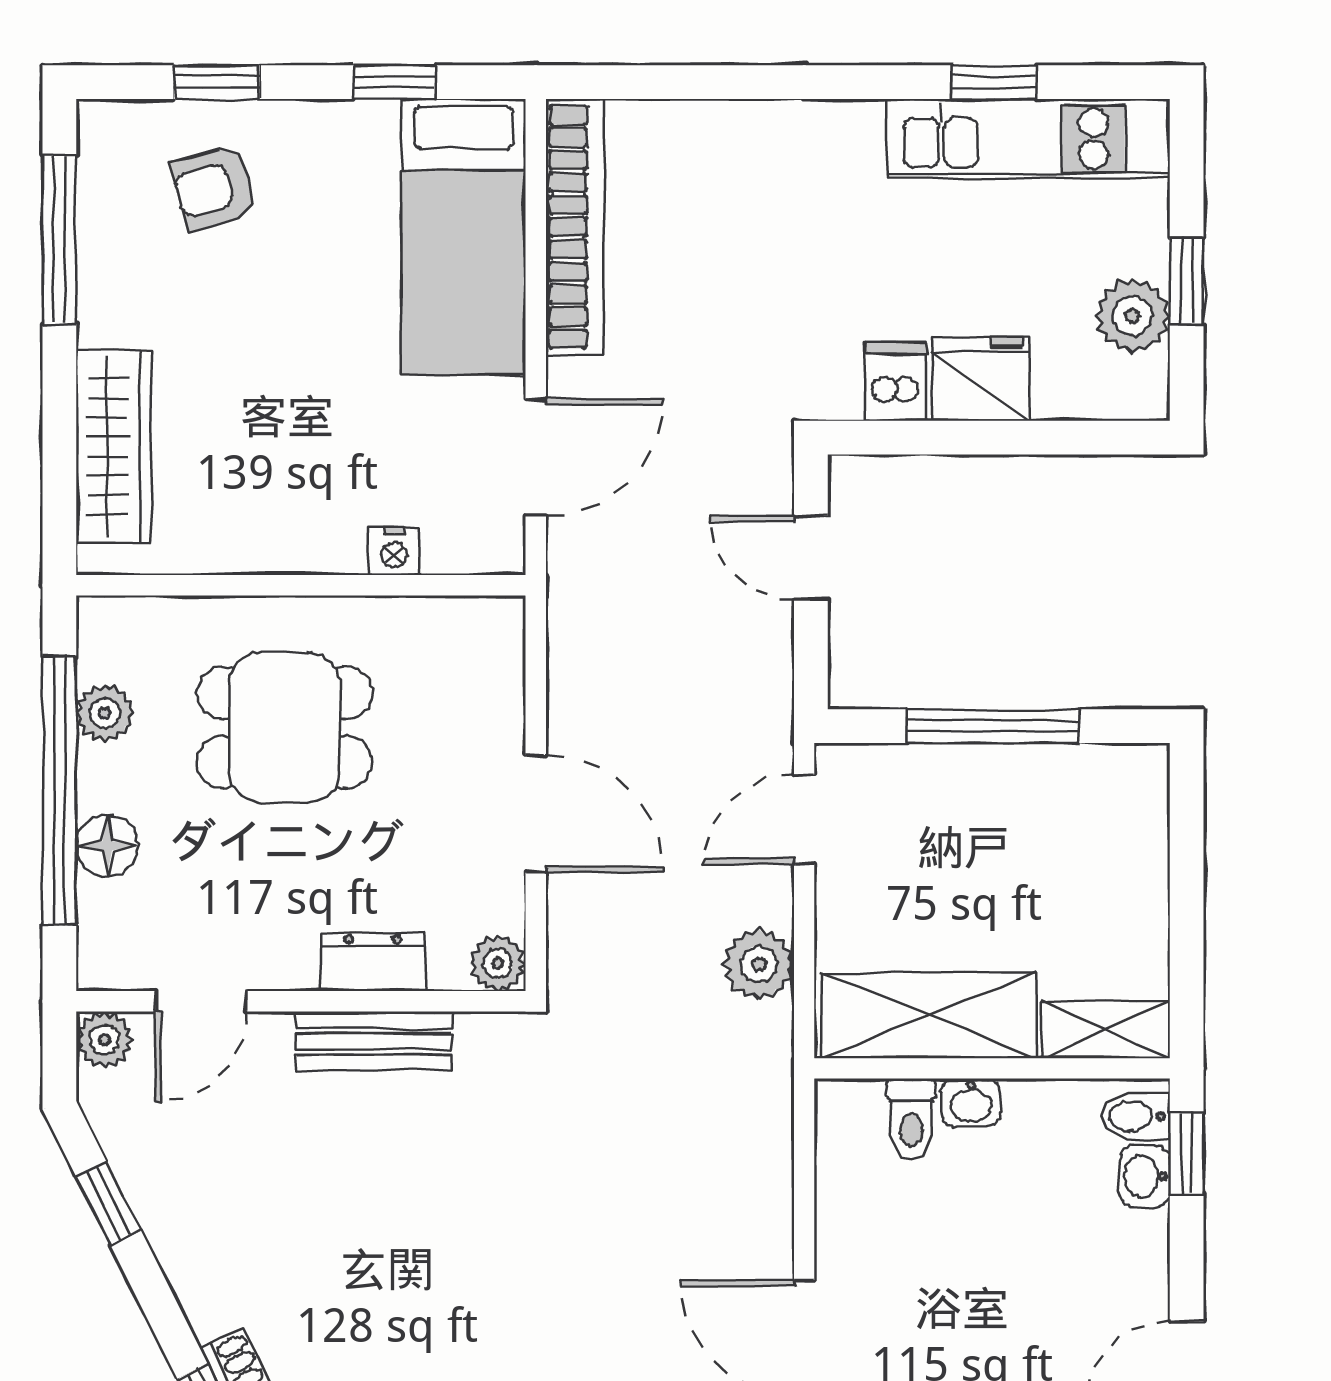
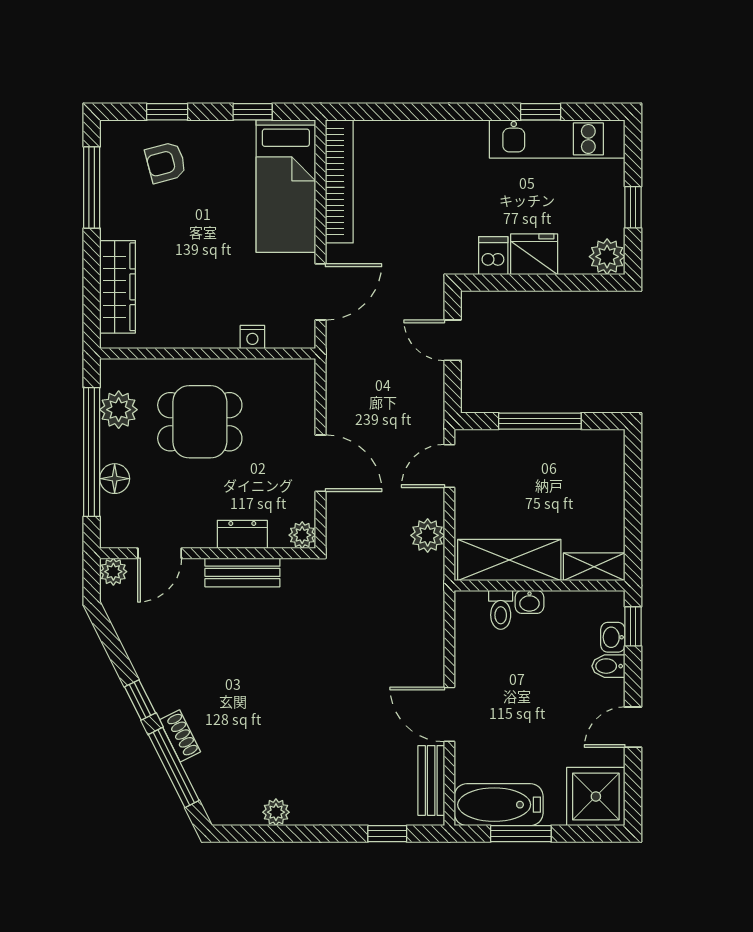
plant: (1133, 316) -> (607, 257), moved
plant: (105, 713) -> (119, 410), width x1.38, depth x1.38
bidet: (1135, 1116) -> (608, 666), moved
window: (108, 1203) -> (140, 700), moved

